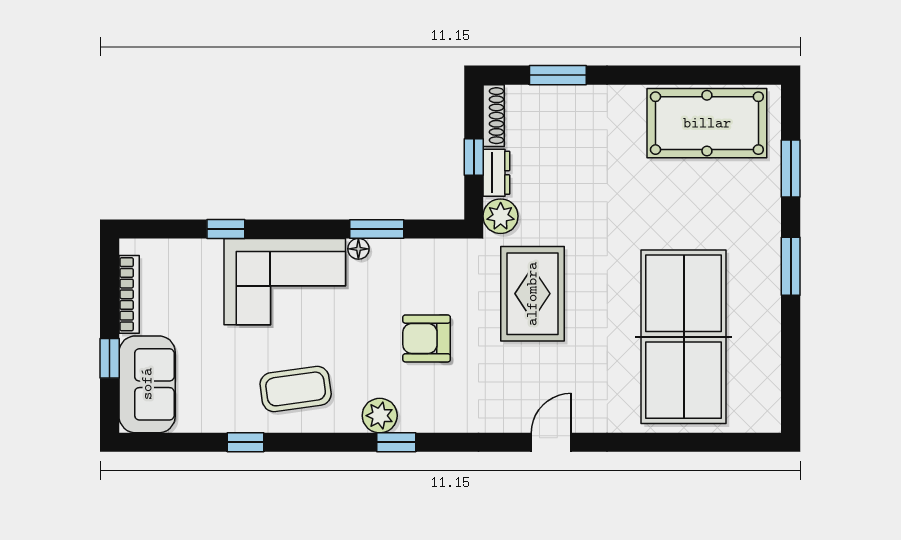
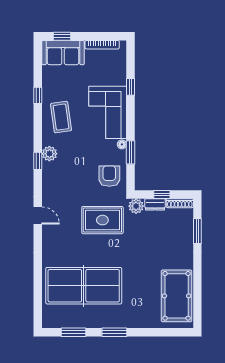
window: (791, 168) -> (73, 332), moved
armchair: (427, 338) -> (109, 176), moved
window: (110, 358) -> (62, 36), moved
door: (551, 442) -> (38, 215), moved

